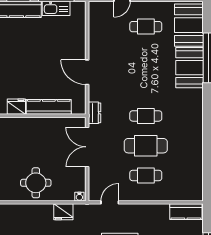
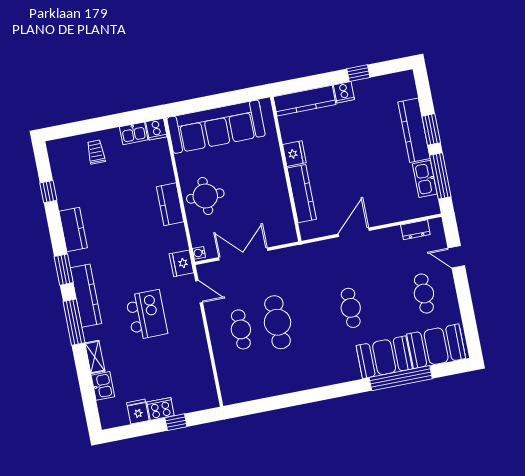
dresser: (95, 113) -> (415, 230), moved
cafe table: (146, 116) -> (351, 308), moved
double door: (87, 147) -> (243, 254), moved
fridge: (63, 212) -> (181, 263), moved
kitchen counter: (186, 212) -> (170, 204), moved

